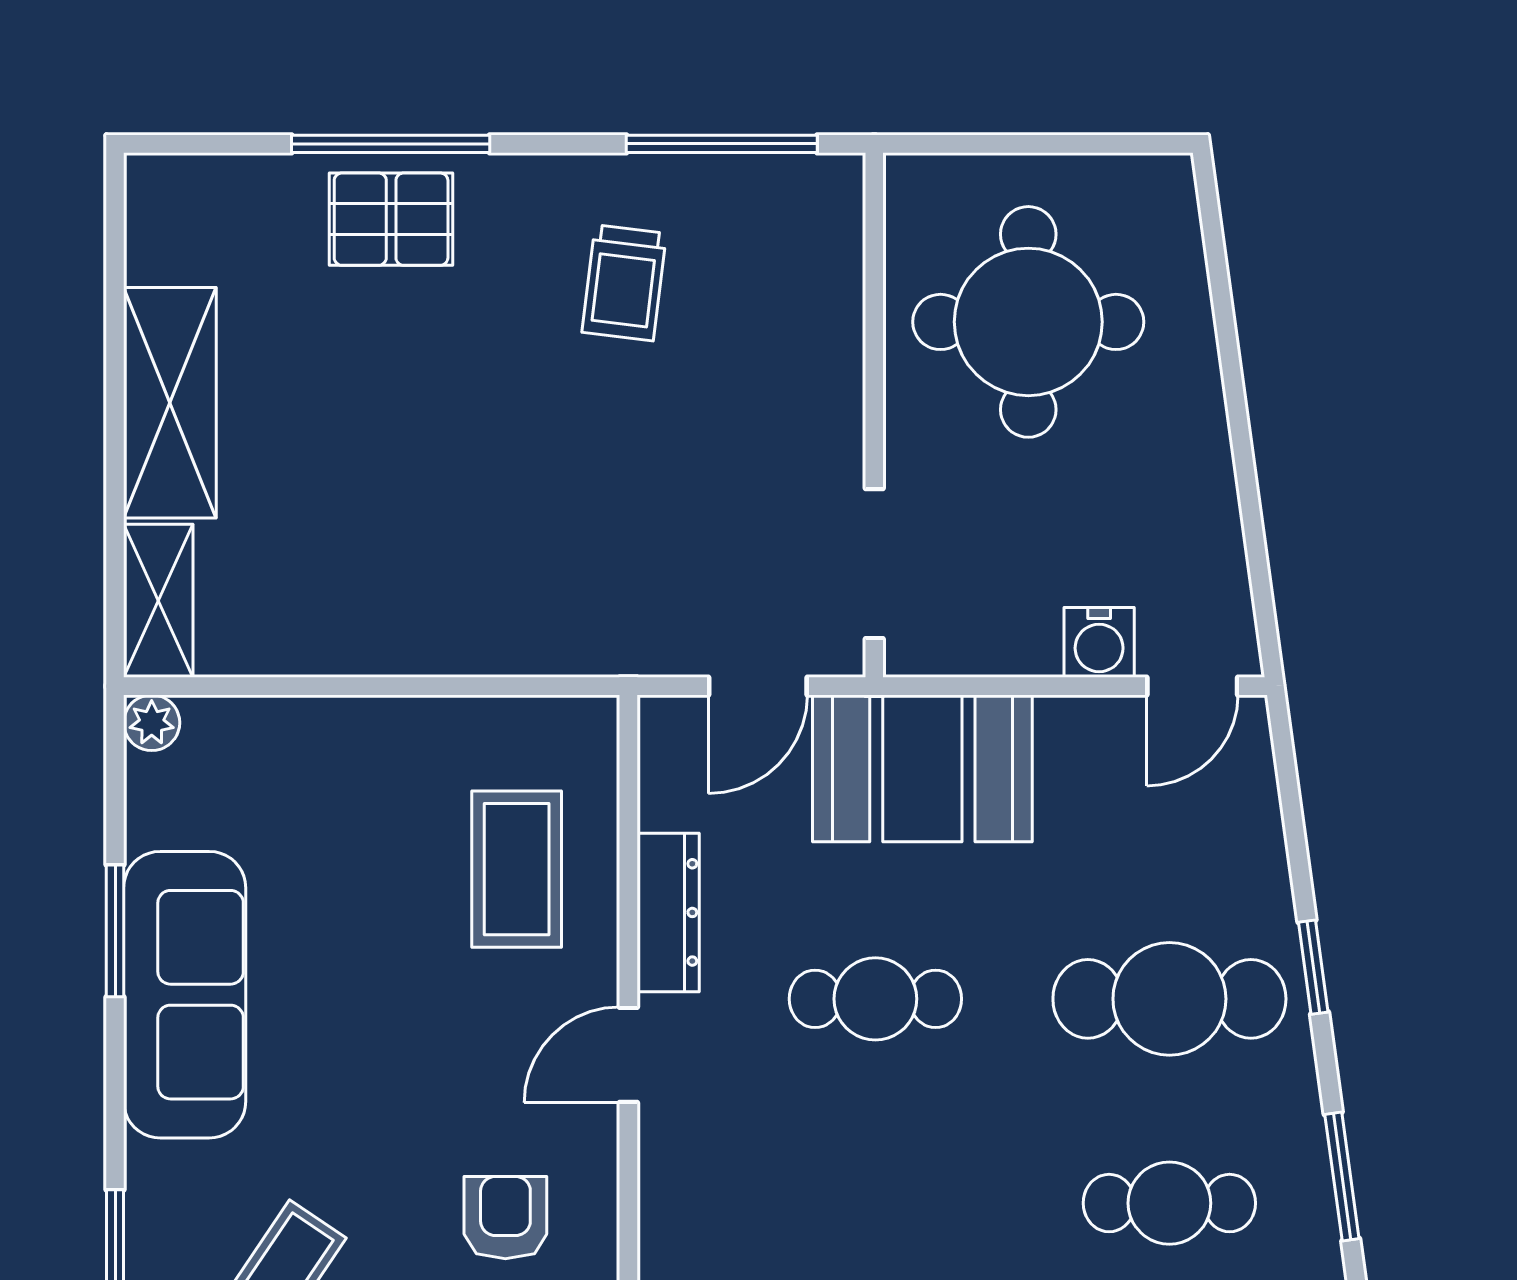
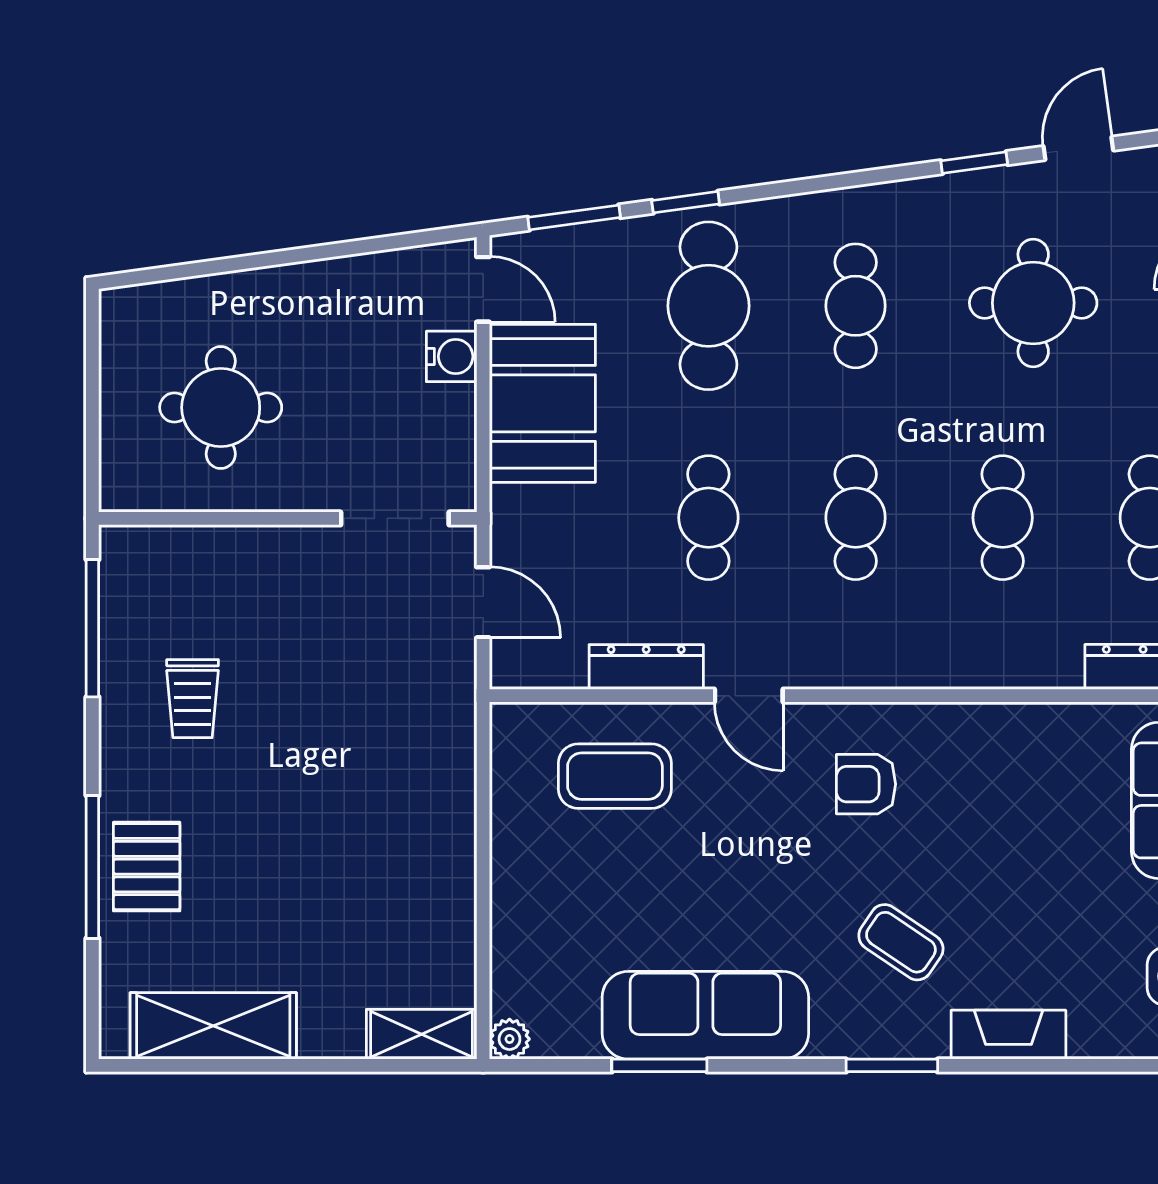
trolley: (624, 283) -> (193, 699), turned 83
round table: (1028, 322) -> (221, 407), width x0.73, depth x0.73
shelving: (170, 403) -> (213, 1026), moved
booth: (922, 768) -> (542, 403), moved
window: (1342, 1177) -> (574, 217), moved
cafe table: (875, 1203) -> (856, 518), added

